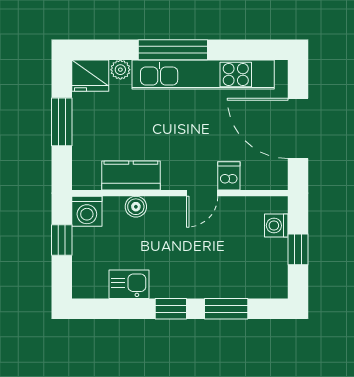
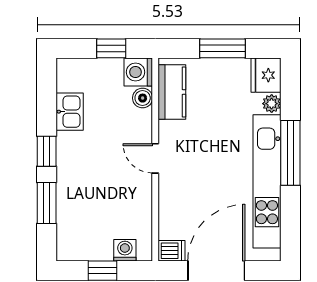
kitchen counter: (131, 176) -> (172, 92), moved
dishwasher: (229, 176) -> (172, 251), moved
door: (202, 193) -> (155, 158), moved
boiler: (136, 207) -> (143, 98), moved

